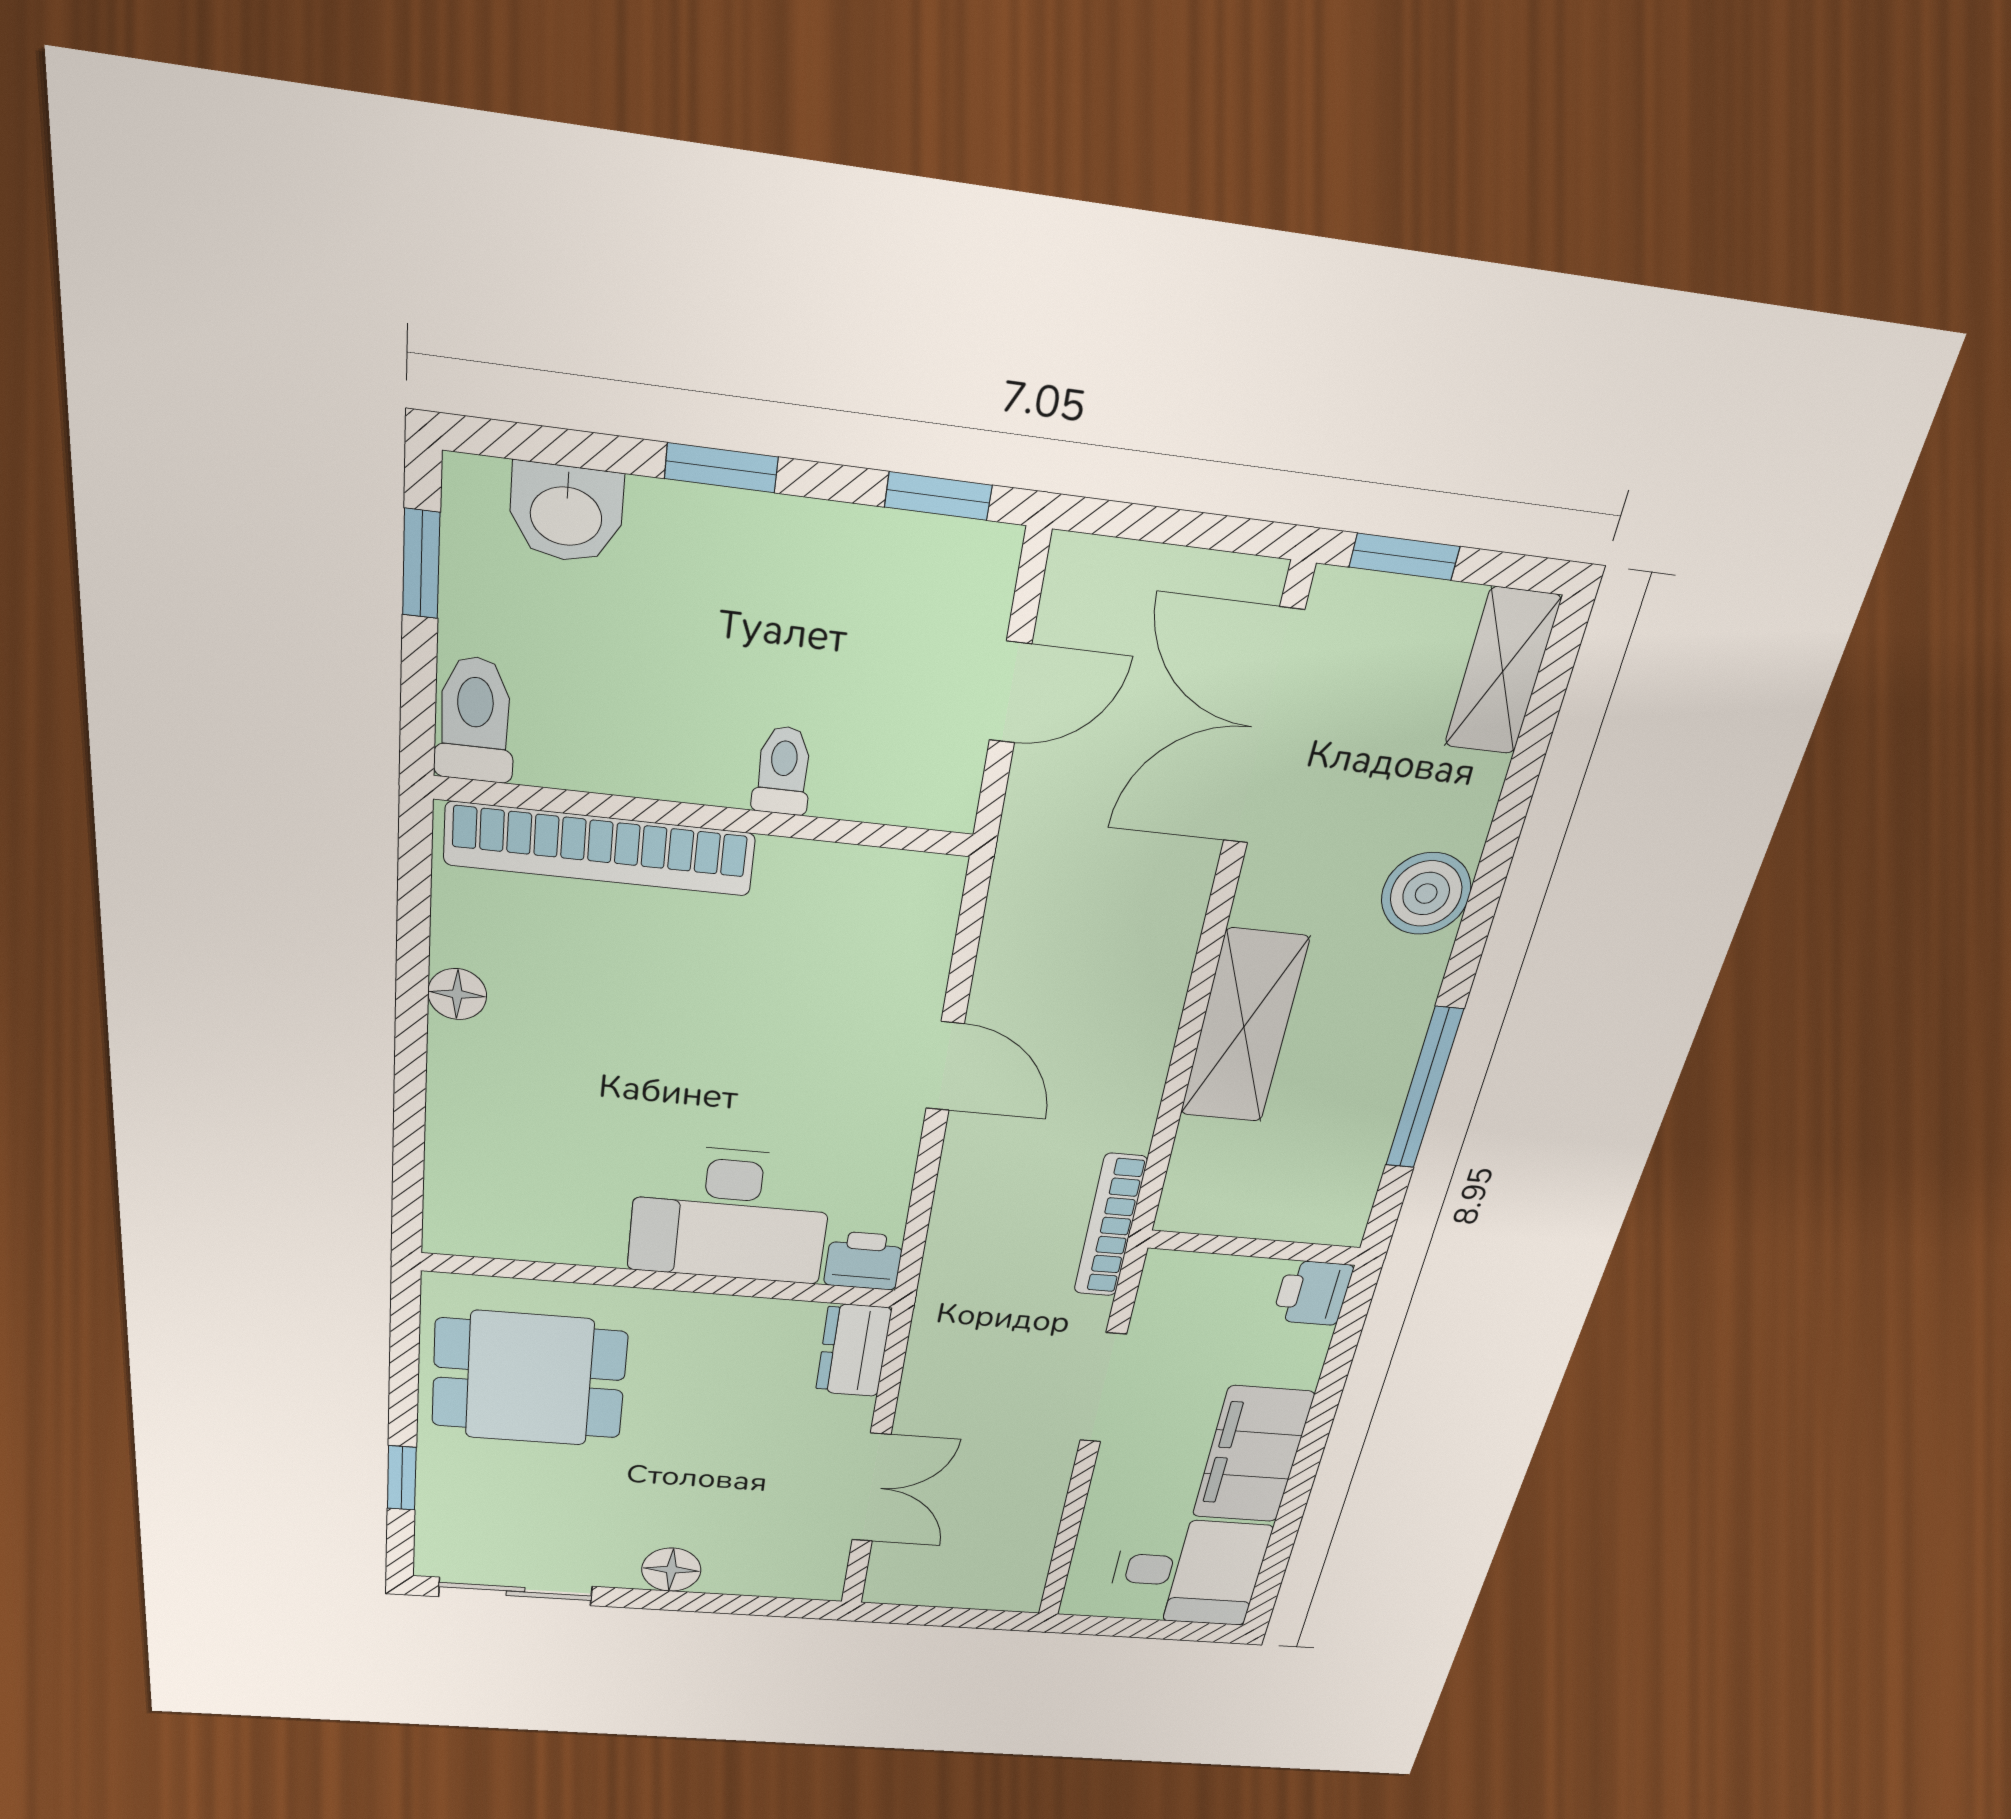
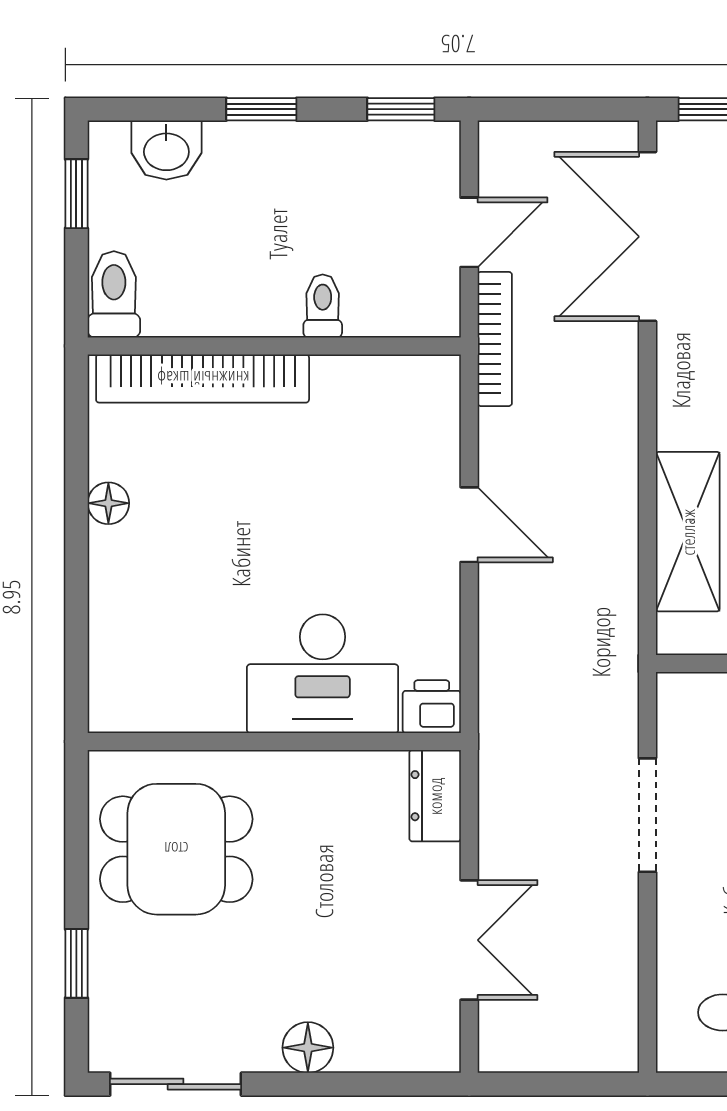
shelving: (1244, 1027) -> (688, 532), moved
bookcase: (1110, 1226) -> (495, 339), moved, turned 180

